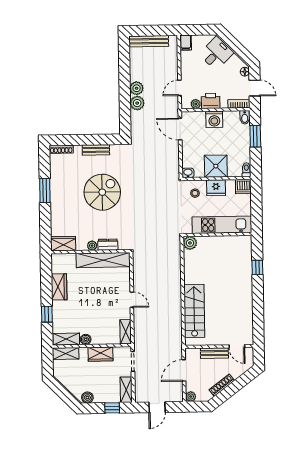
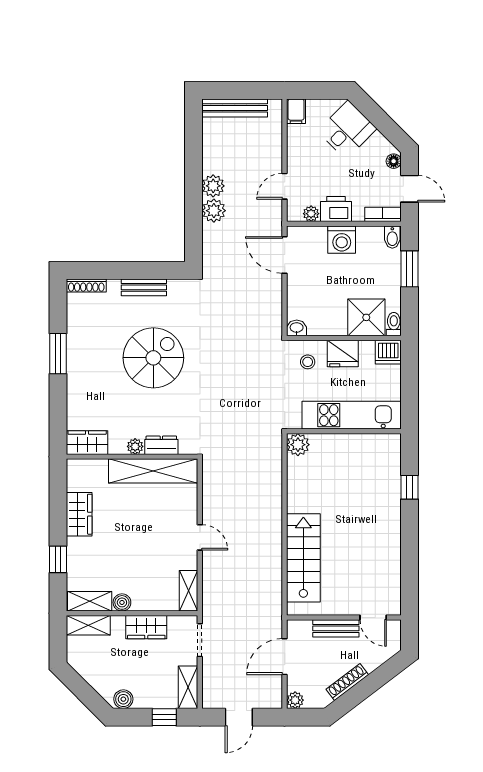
shower: (216, 166) -> (366, 317), moved

